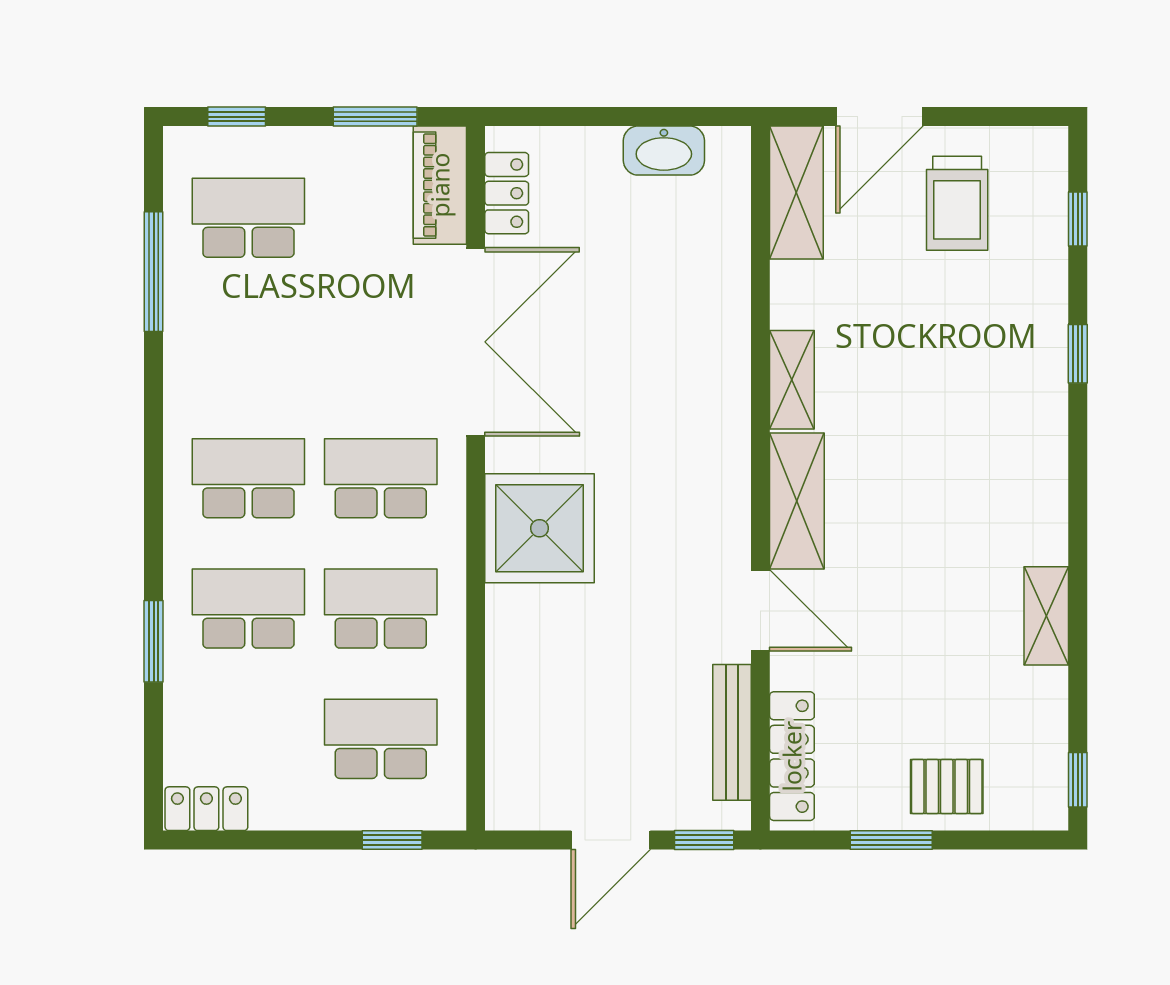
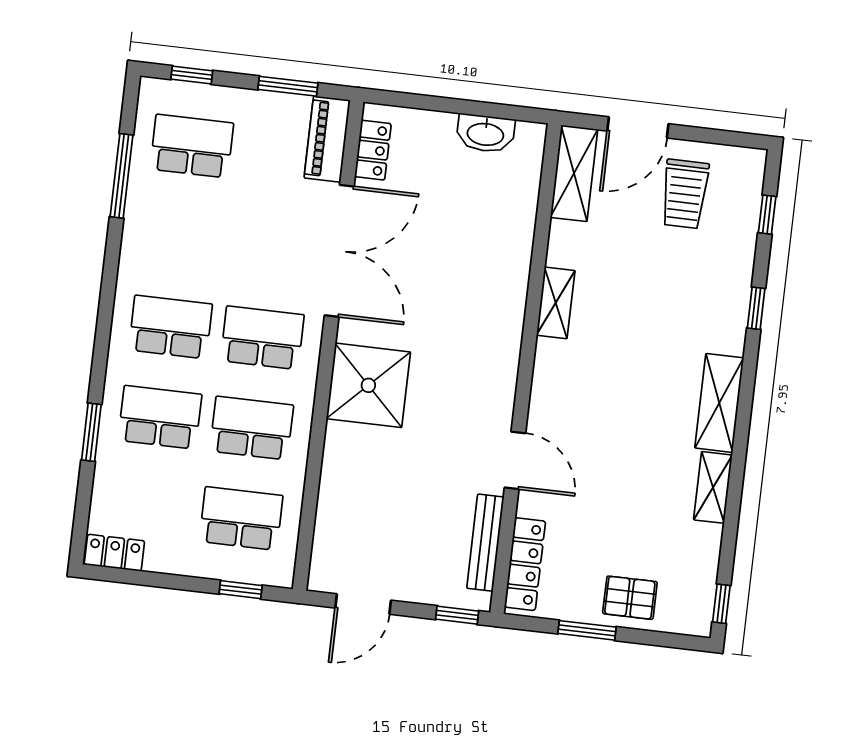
shelving: (797, 501) -> (719, 403), moved
door: (611, 840) -> (363, 604), moved

